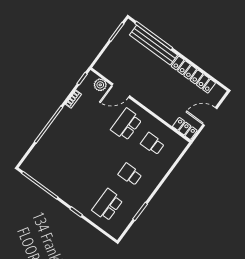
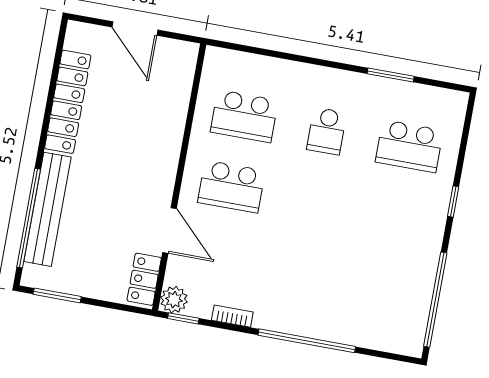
plant: (100, 85) -> (174, 300), moved
locker: (185, 128) -> (144, 279), moved
school desk: (152, 144) -> (244, 116), width x1.85

